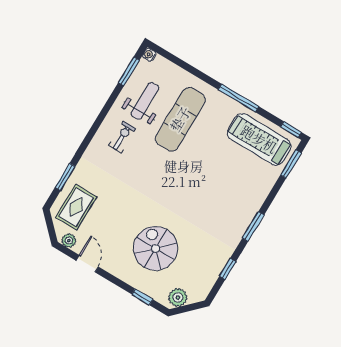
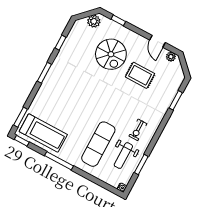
window: (129, 71) -> (141, 165), moved
rug: (76, 207) -> (140, 75), moved, turned 90

